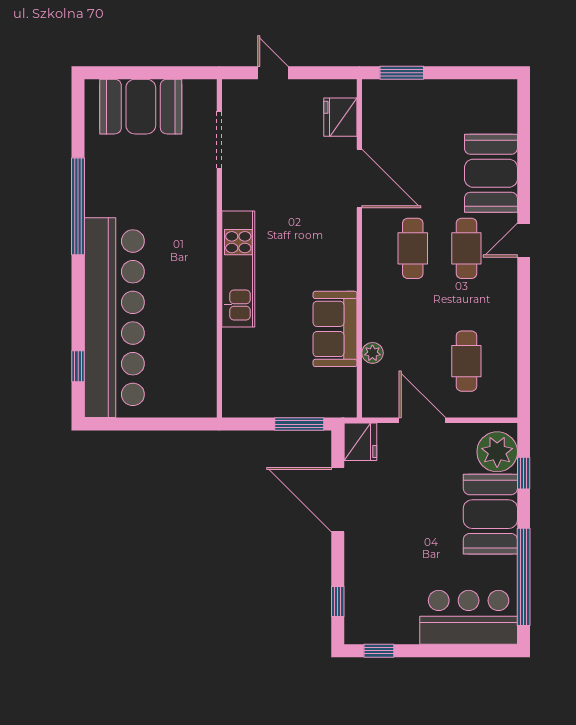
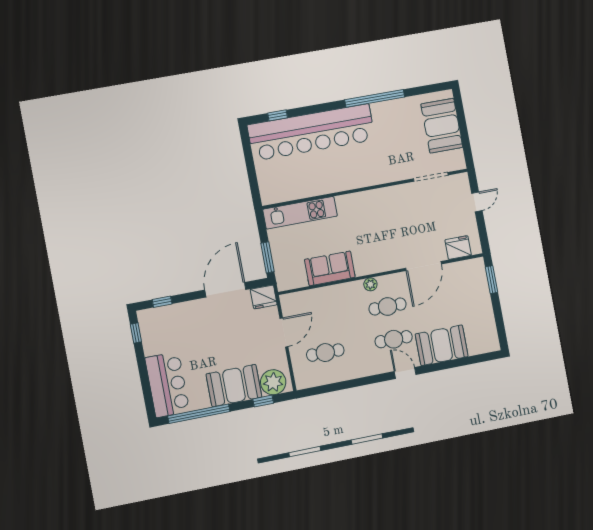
kitchen unit: (238, 269) -> (300, 213), moved
plant: (372, 353) -> (370, 284), moved

